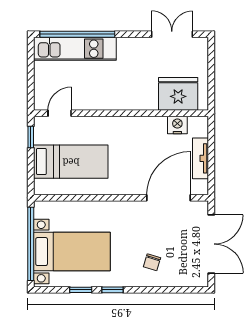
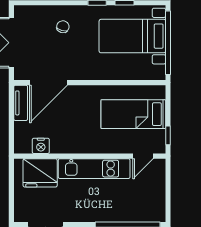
kitchen unit: (75, 49) -> (94, 169), moved, turned 180
tv unit: (201, 158) -> (21, 103), moved

